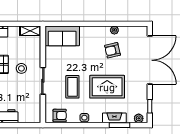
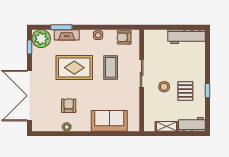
shelving: (30, 31) -> (167, 126), moved
sofa: (62, 36) -> (109, 121), moved
armchair: (112, 50) -> (69, 106), turned -77
plant: (139, 118) -> (41, 39), width x1.88, depth x1.88

